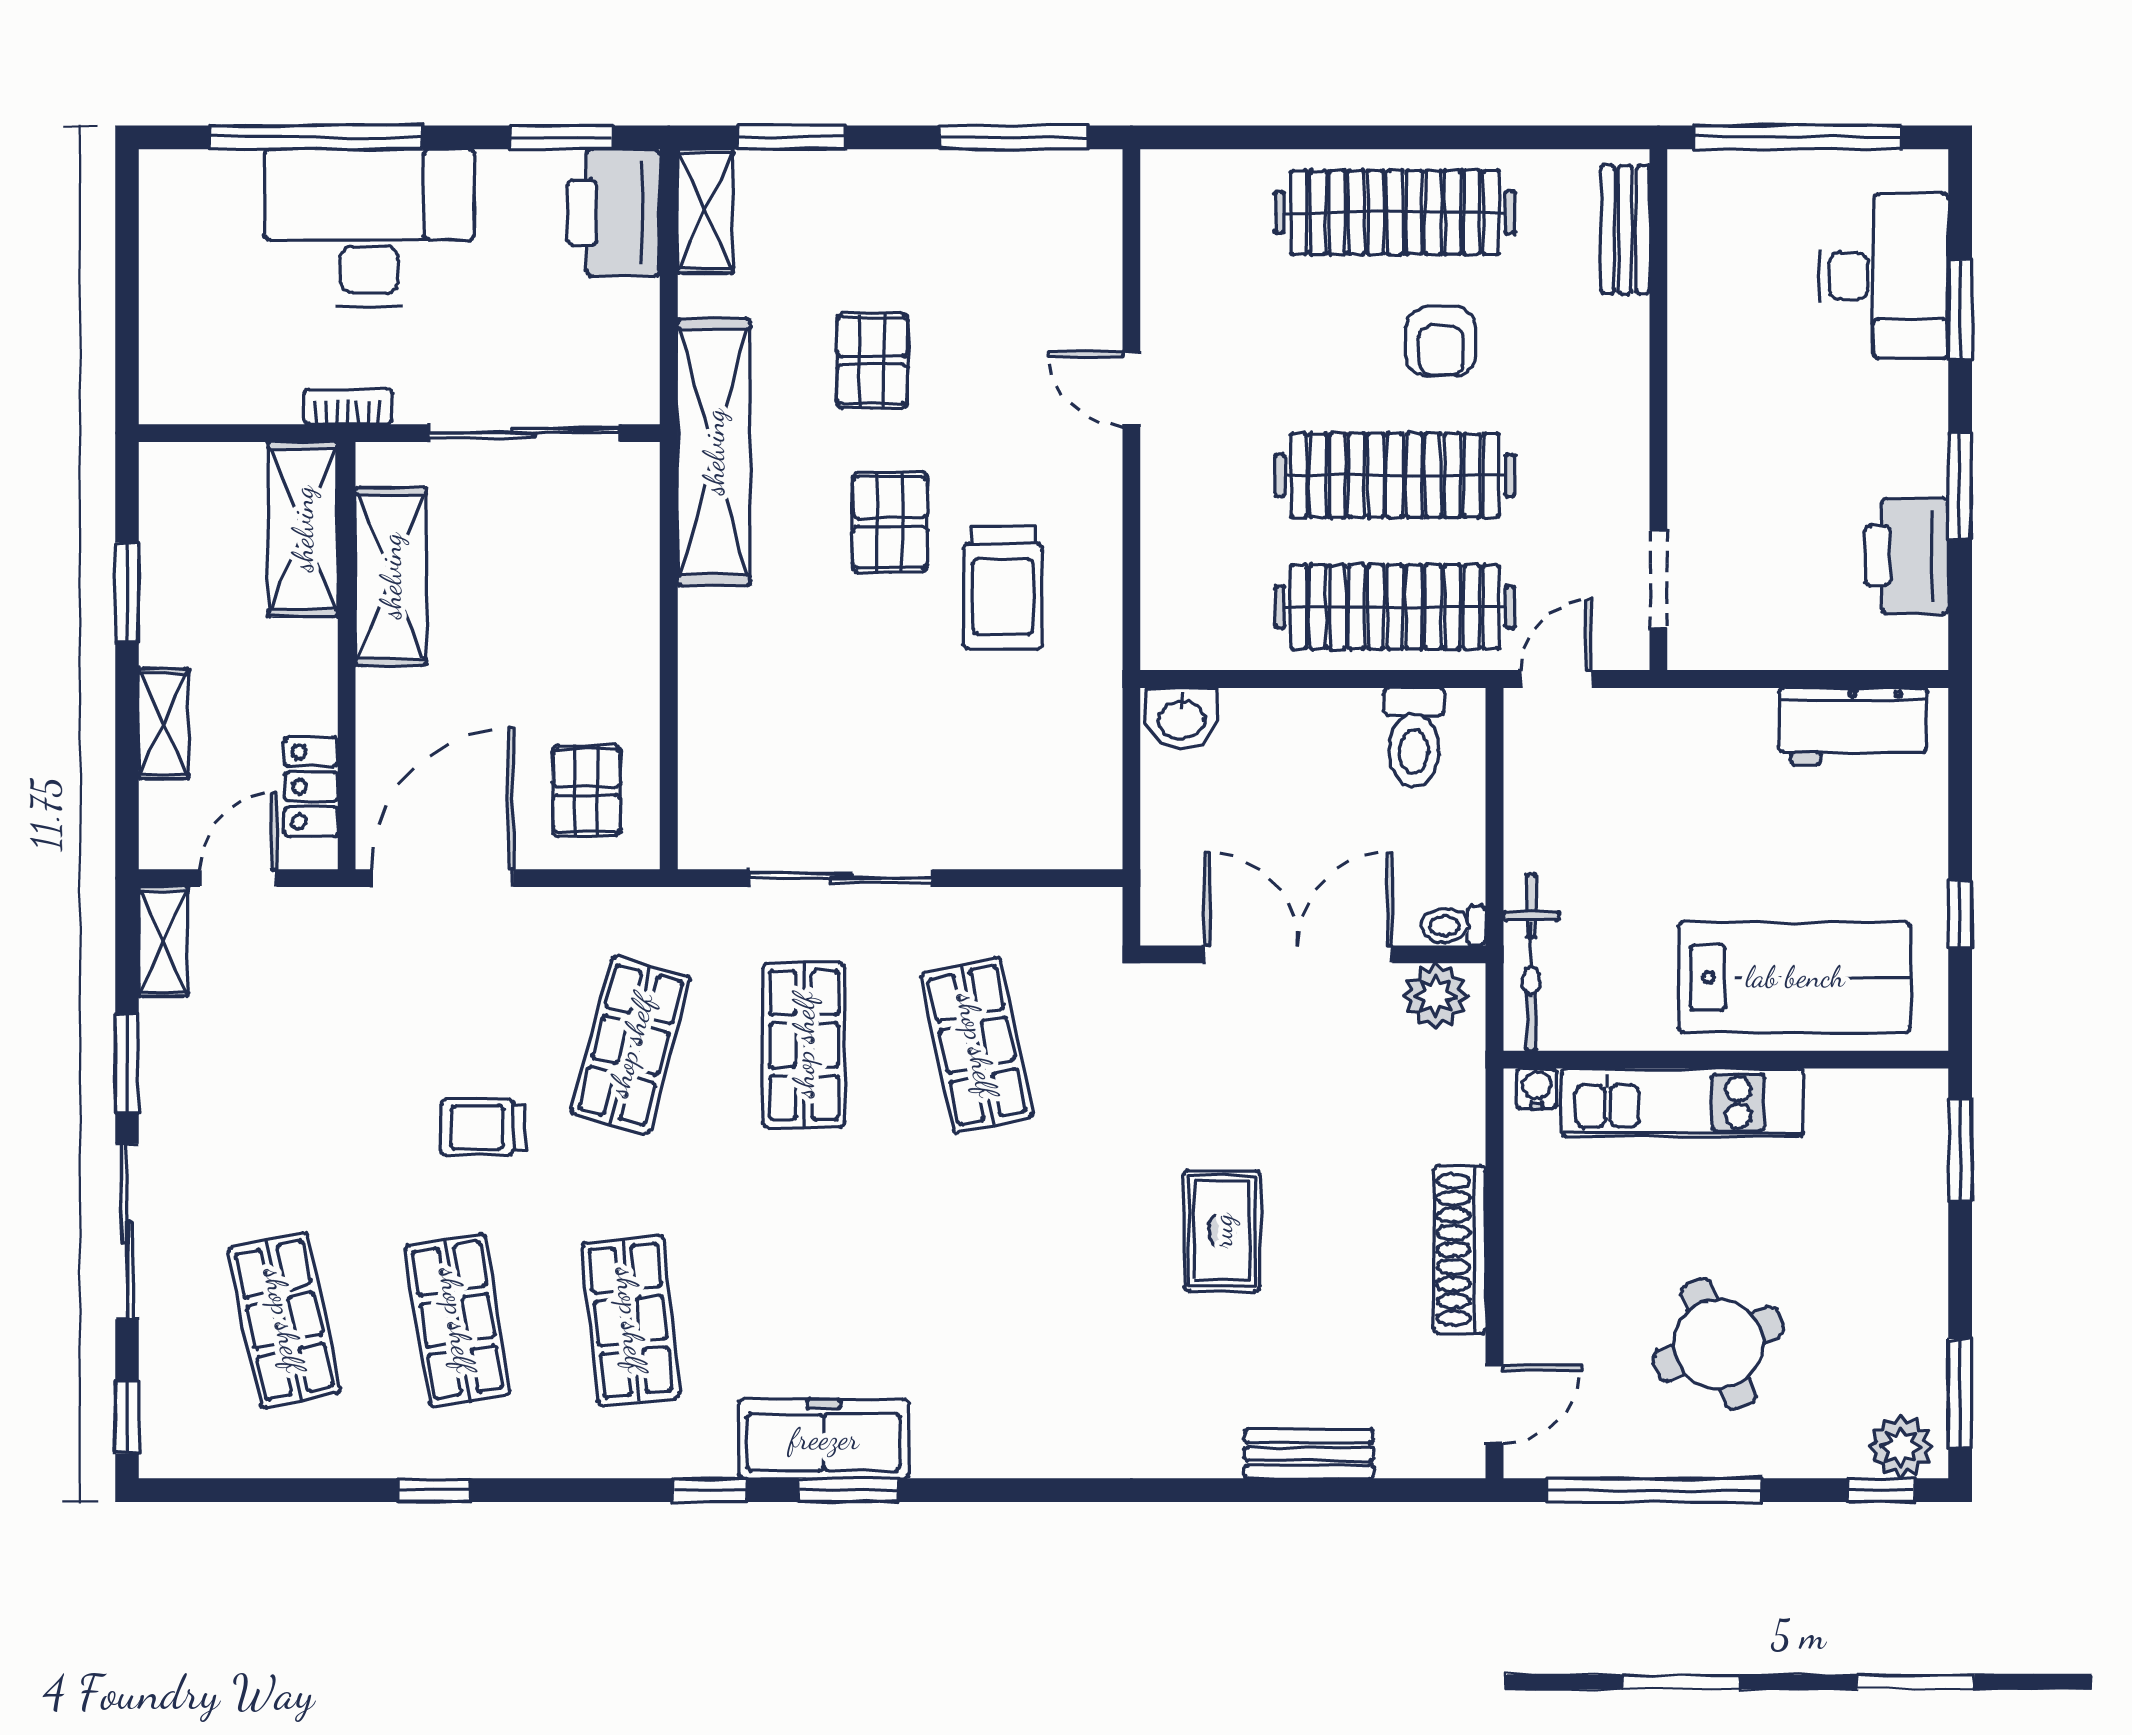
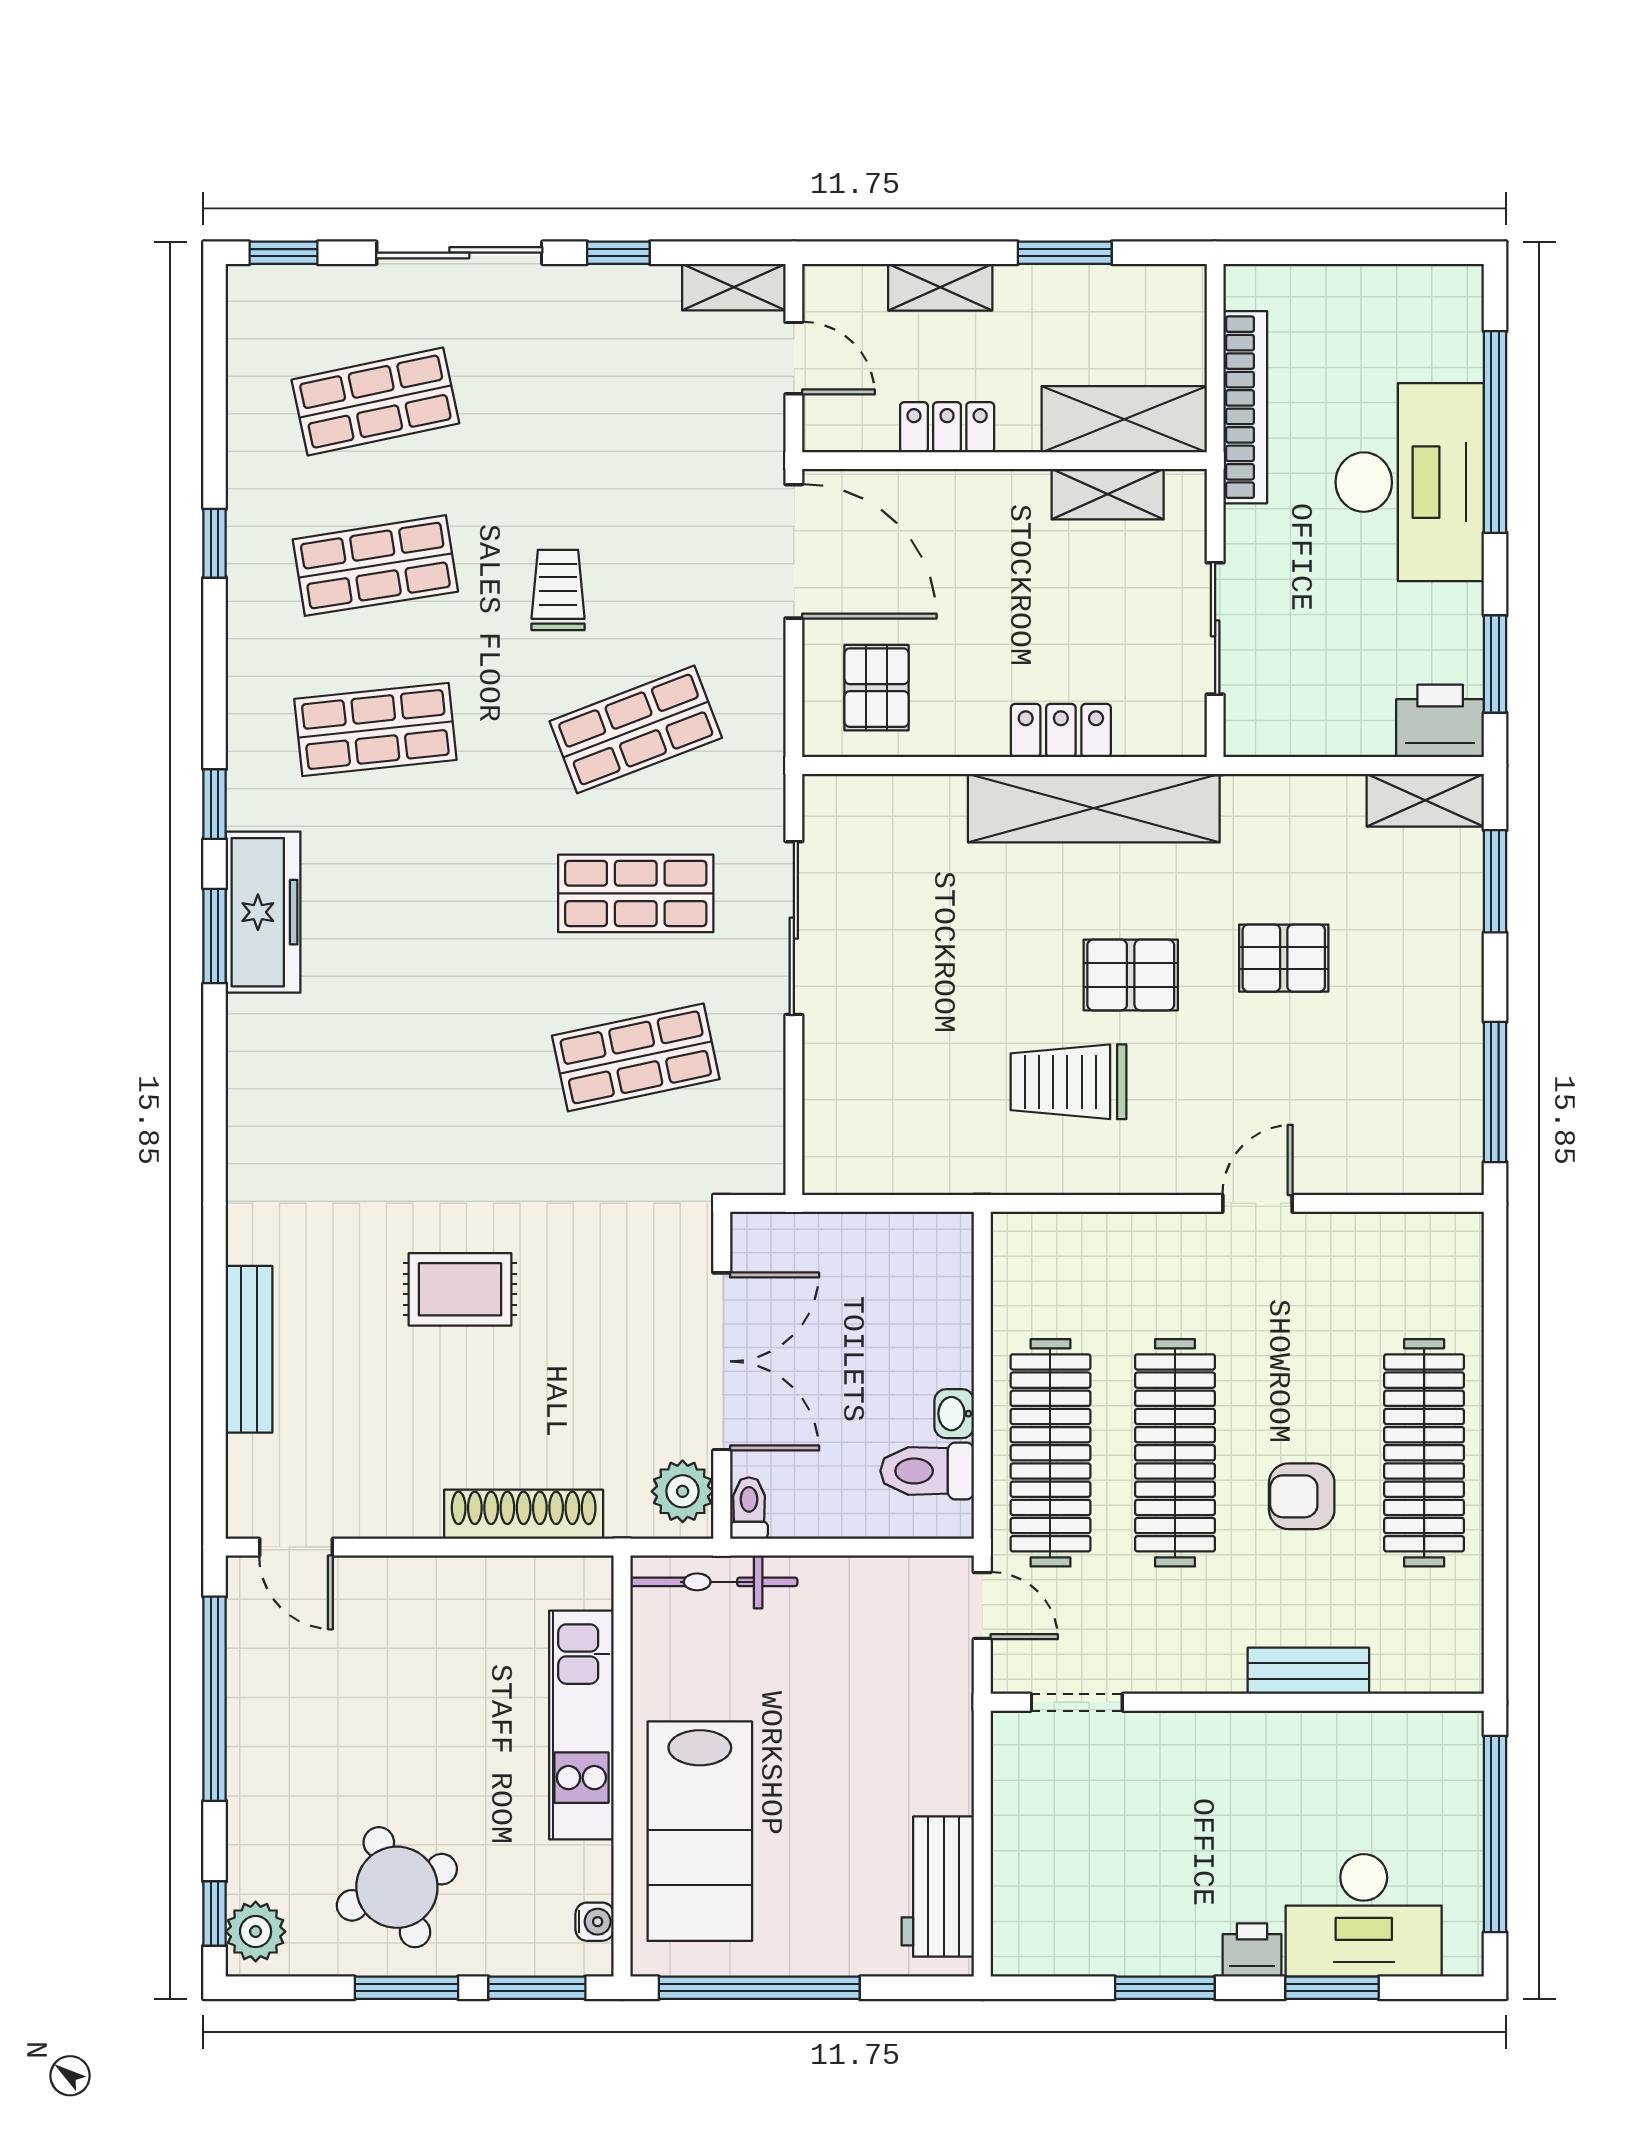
printer: (614, 213) -> (1440, 721), width x0.73, depth x0.84
bench: (1625, 230) -> (1308, 1671), moved
bookcase: (348, 407) -> (1245, 407), width x2.31, depth x1.31
sliding door: (524, 433) -> (1215, 628), width x0.73
shelving: (714, 452) -> (1094, 808), moved
printer: (1907, 556) -> (1252, 1950), moved, width x0.53, depth x0.68
shelving: (391, 576) -> (1108, 494), width x0.67, depth x0.75
locker: (632, 596) -> (1061, 730), added
washbasin: (1182, 718) -> (954, 1414), moved, width x0.72, depth x0.69
locker: (311, 787) -> (947, 427), moved
pallet: (586, 791) -> (877, 688), turned 90
window: (1960, 915) -> (759, 1988), width x3.17
shop shelf: (631, 1045) -> (636, 729), turned -36
window: (127, 1063) -> (618, 253), width x0.67
water cooler: (1537, 1089) -> (595, 1922), moved
shoe rack: (1460, 1250) -> (524, 1514), moved
round table: (1718, 1344) -> (397, 1887), moved
window: (1960, 1394) -> (406, 1988), moved
bench: (1309, 1454) -> (249, 1349), width x1.36

